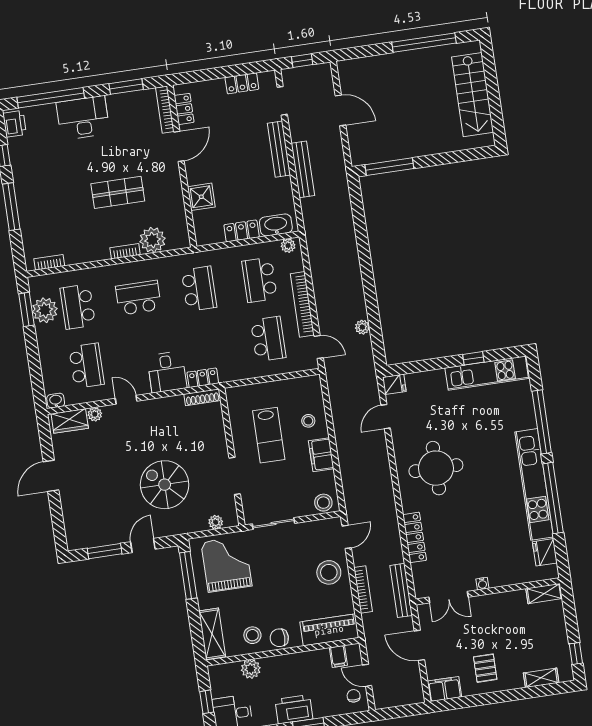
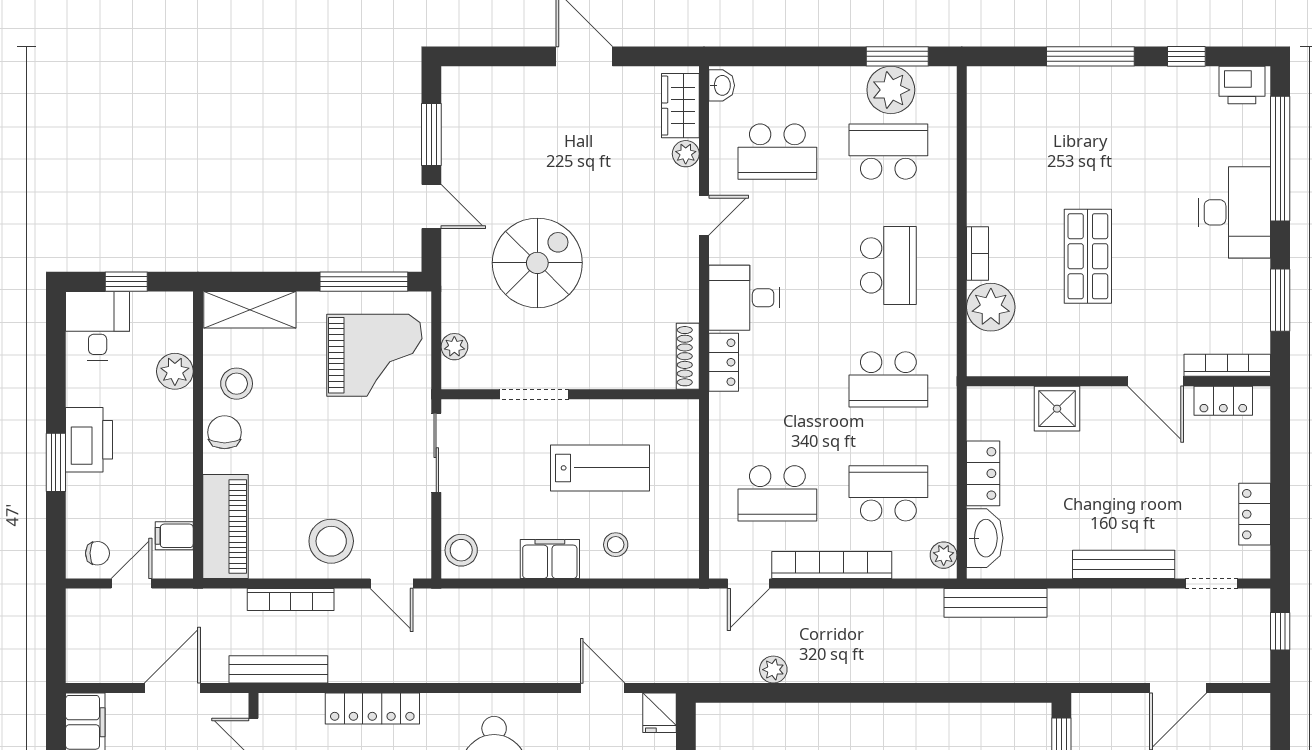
bench: (303, 169) -> (995, 603), moved
bookcase: (49, 262) -> (978, 111), removed
lab bench: (269, 435) -> (600, 468), turned 180

